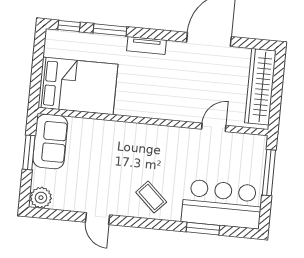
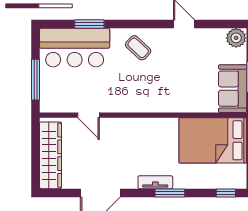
window: (110, 30) -> (170, 193), moved
door: (214, 127) -> (88, 115), hinge flipped

